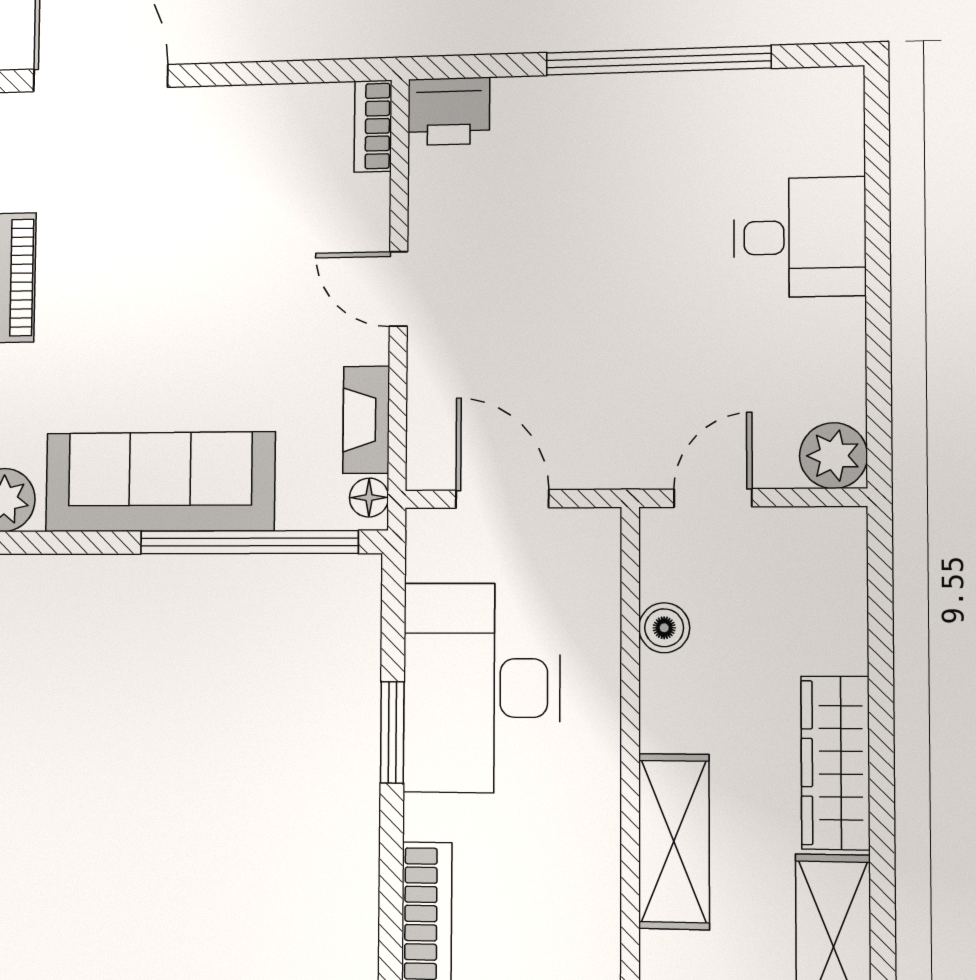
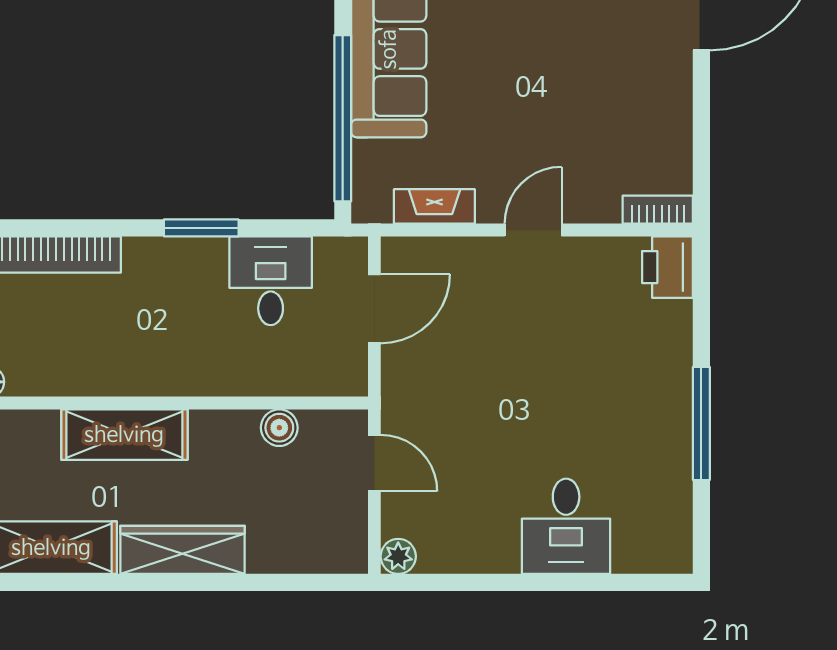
window: (658, 60) -> (701, 423), width x0.68
plant: (834, 456) -> (398, 556), width x0.73, depth x0.73
floor lamp: (369, 498) -> (376, 209), removed
desk: (482, 688) -> (271, 281), width x0.53, depth x0.77

